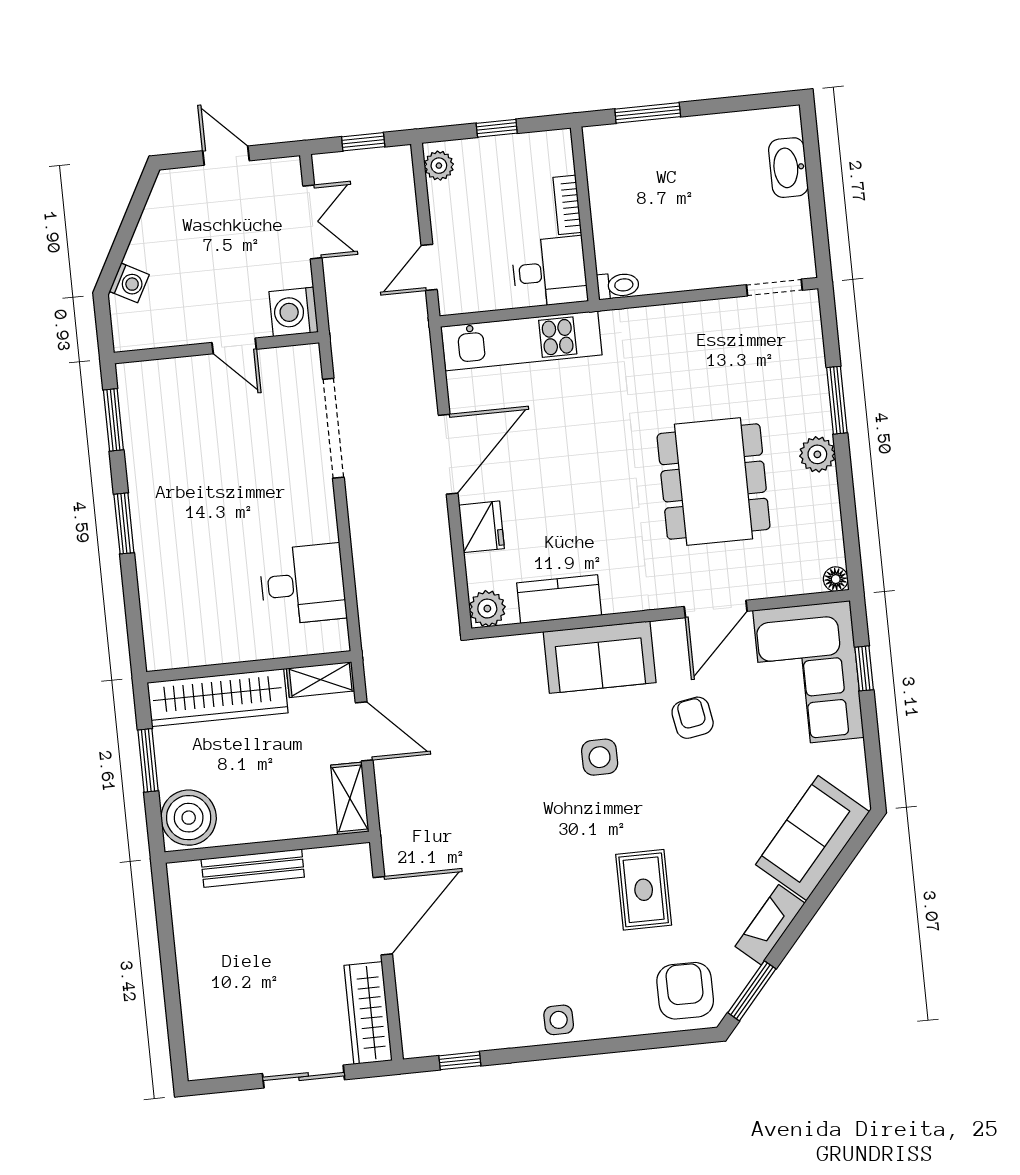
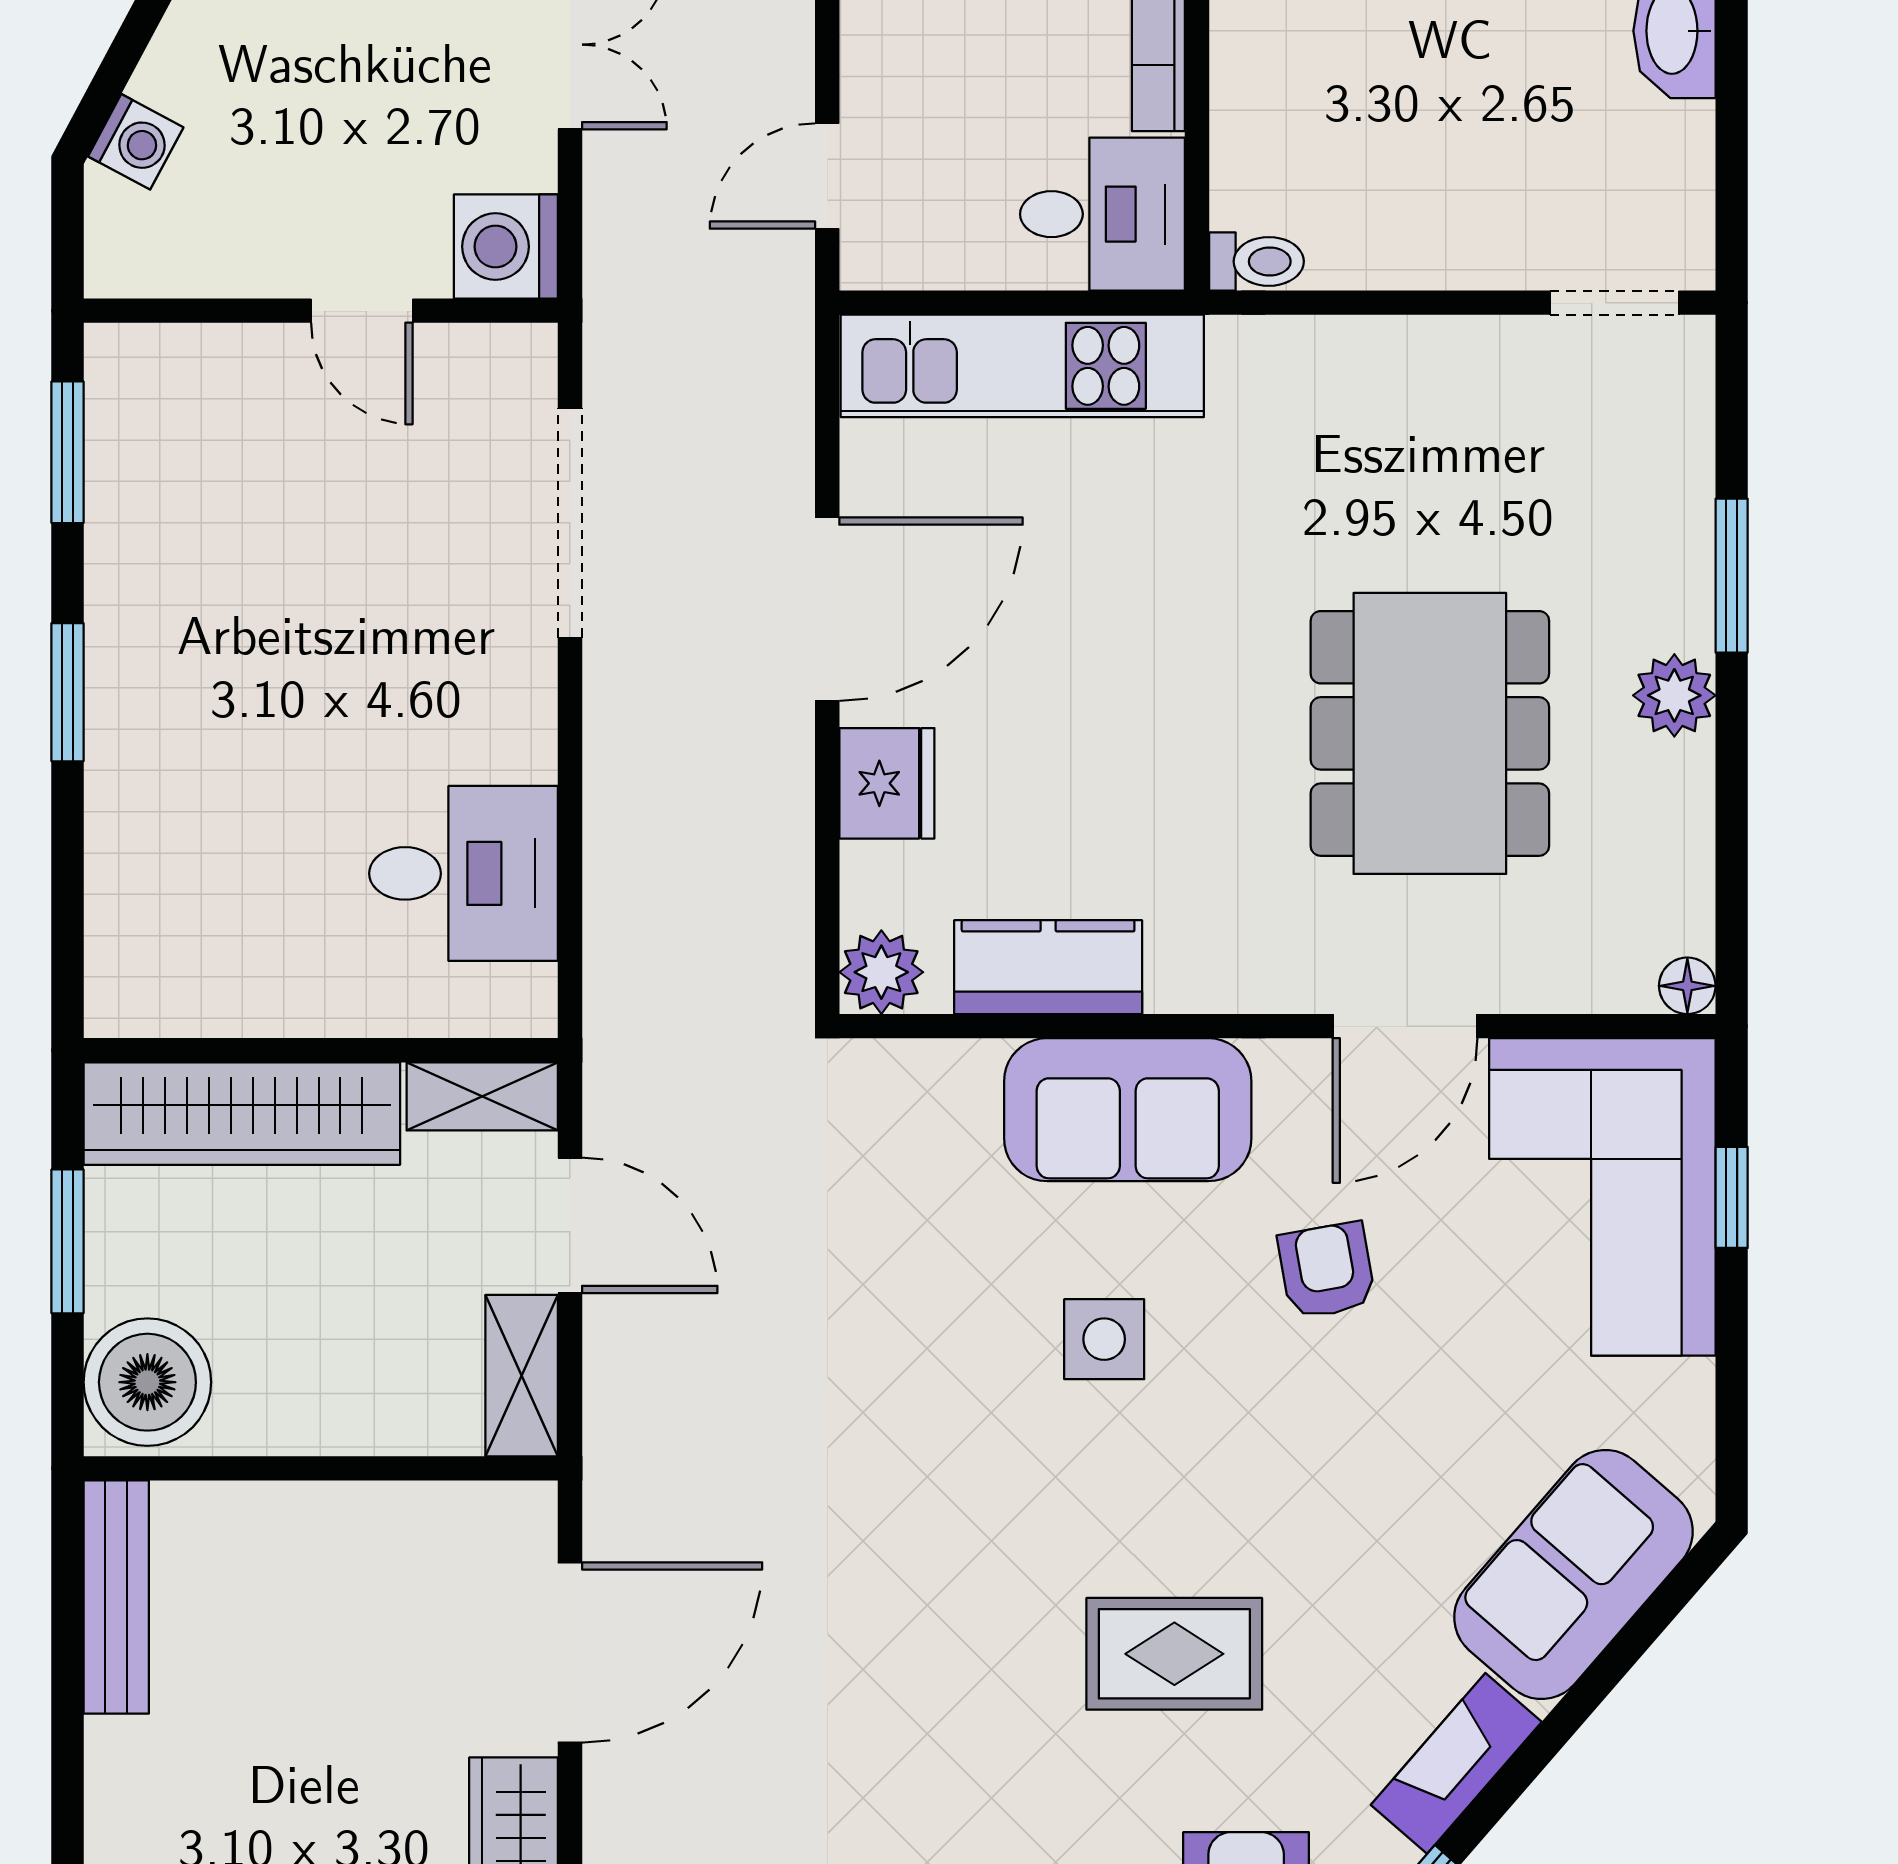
bench: (253, 868) -> (116, 1597), moved, turned 90
rug: (644, 890) -> (1174, 1654), turned 90

